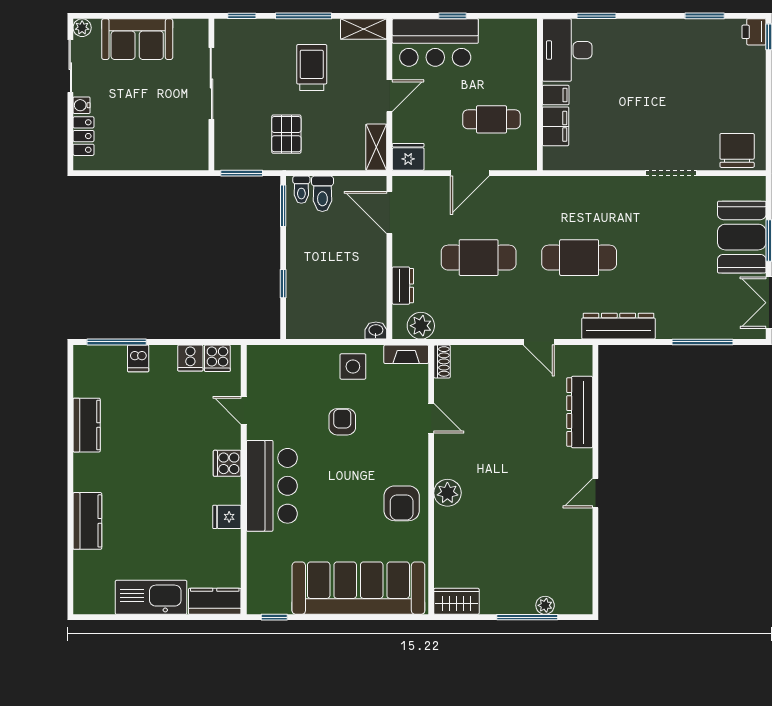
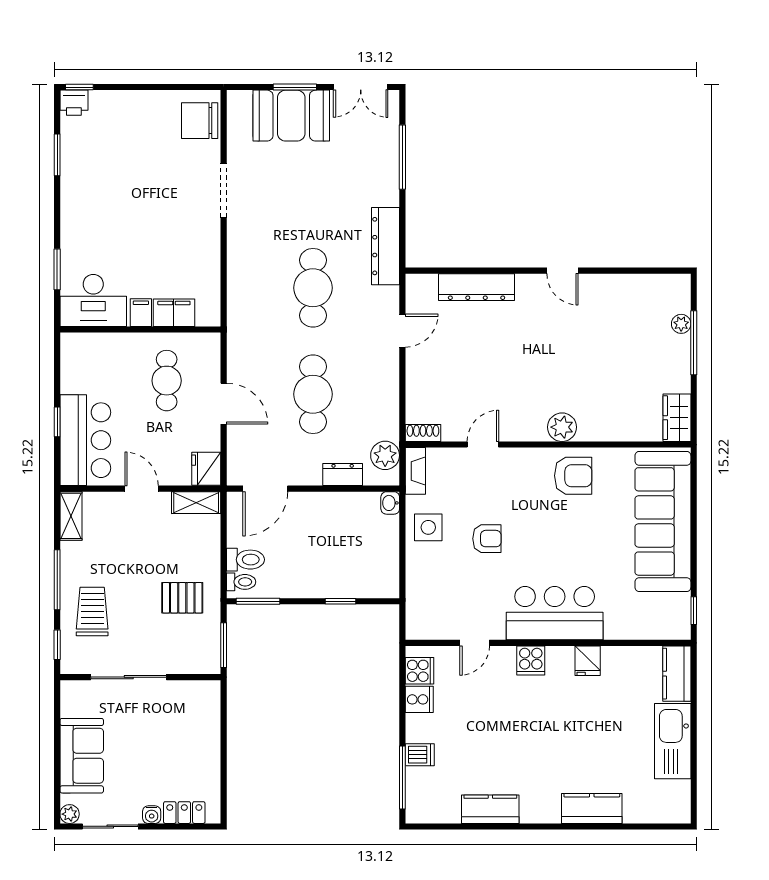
trolley: (312, 68) -> (92, 611), moved, turned 90
armchair: (342, 422) -> (487, 539), turned 180

